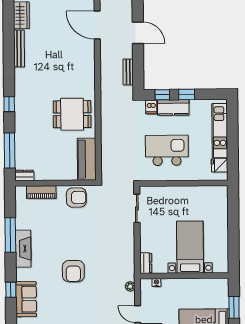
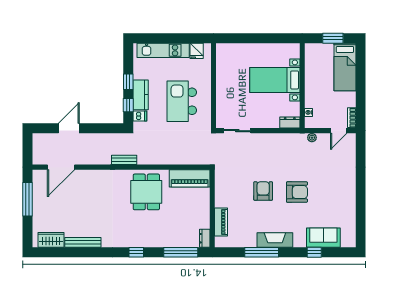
bench: (128, 72) -> (124, 160), moved
armchair: (76, 198) -> (263, 191), moved

